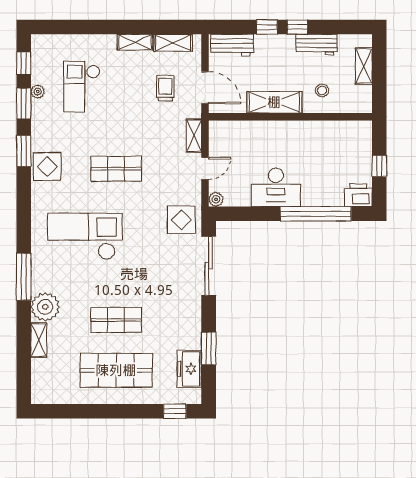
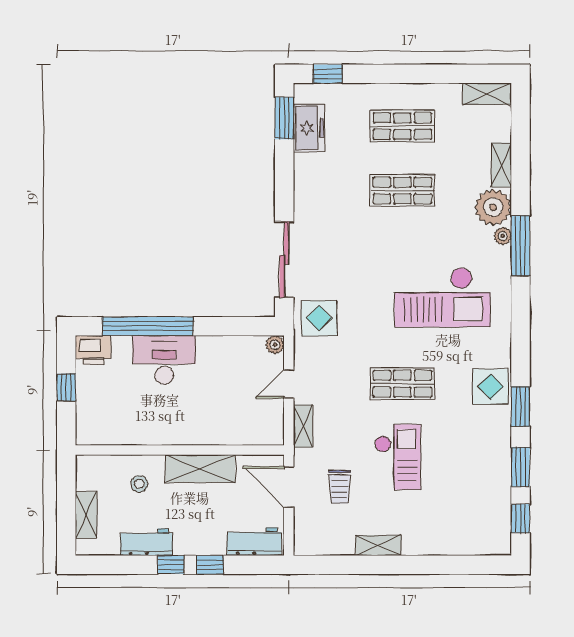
shelving: (173, 43) -> (487, 94), moved
checkout: (82, 86) -> (398, 457), moved
plant: (38, 92) -> (503, 236), moved
desk: (276, 187) -> (164, 360), moved
window: (209, 348) -> (284, 118), moved
shop shelf: (116, 370) -> (402, 126), width x0.70, depth x0.74

